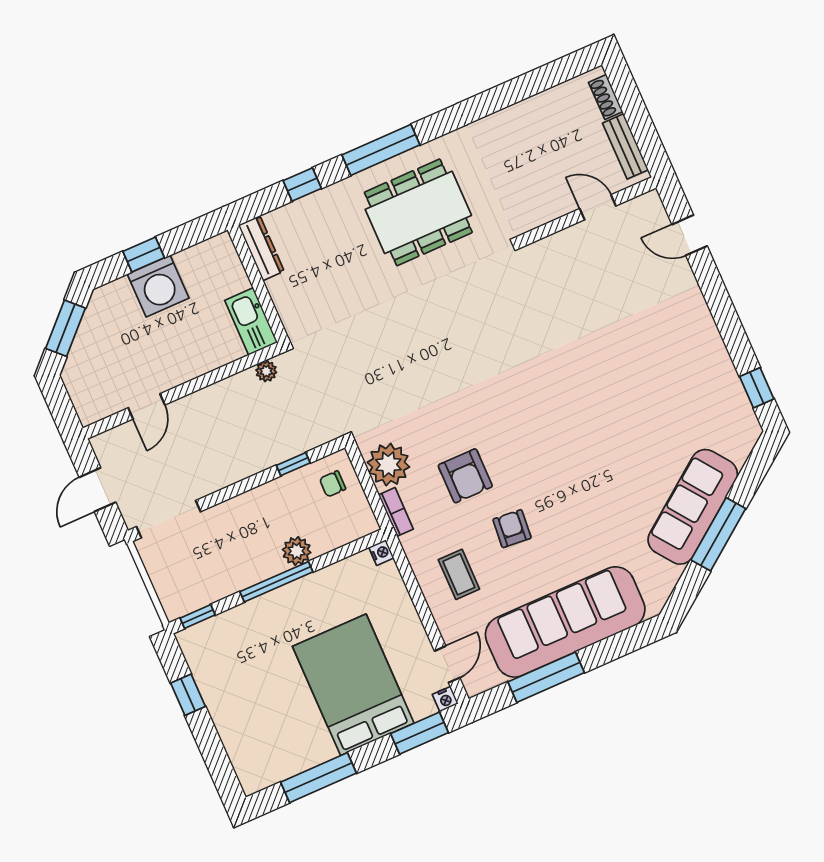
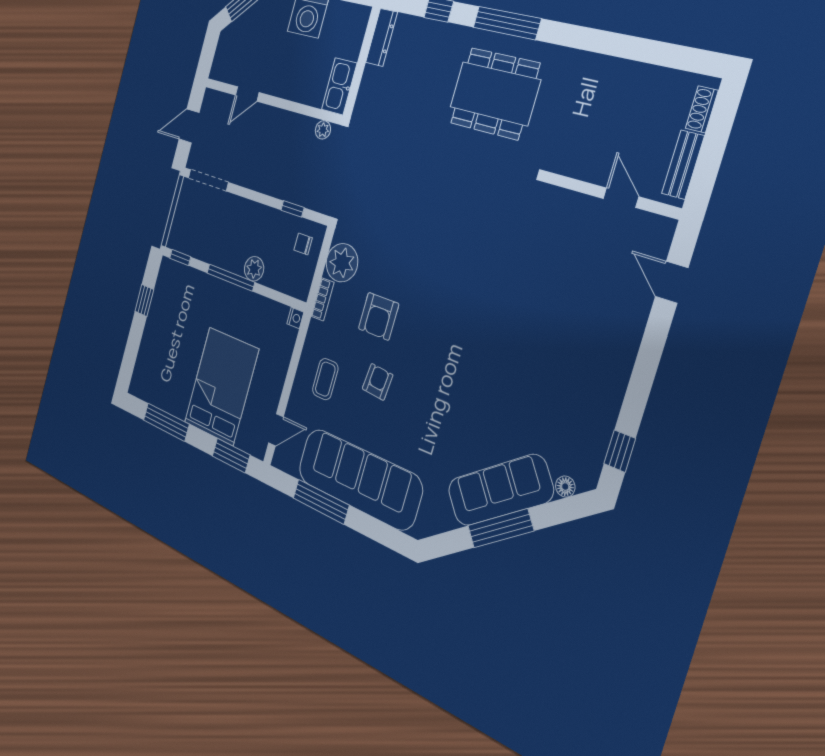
floor lamp: (740, 453) -> (565, 487), added
nightstand: (445, 699) -> (259, 450), removed

